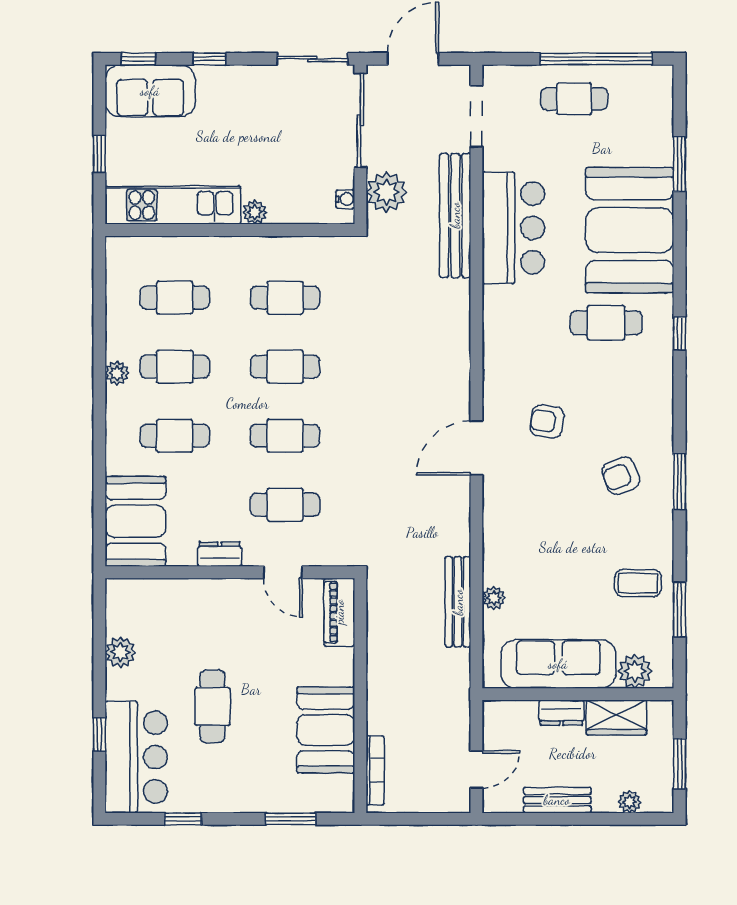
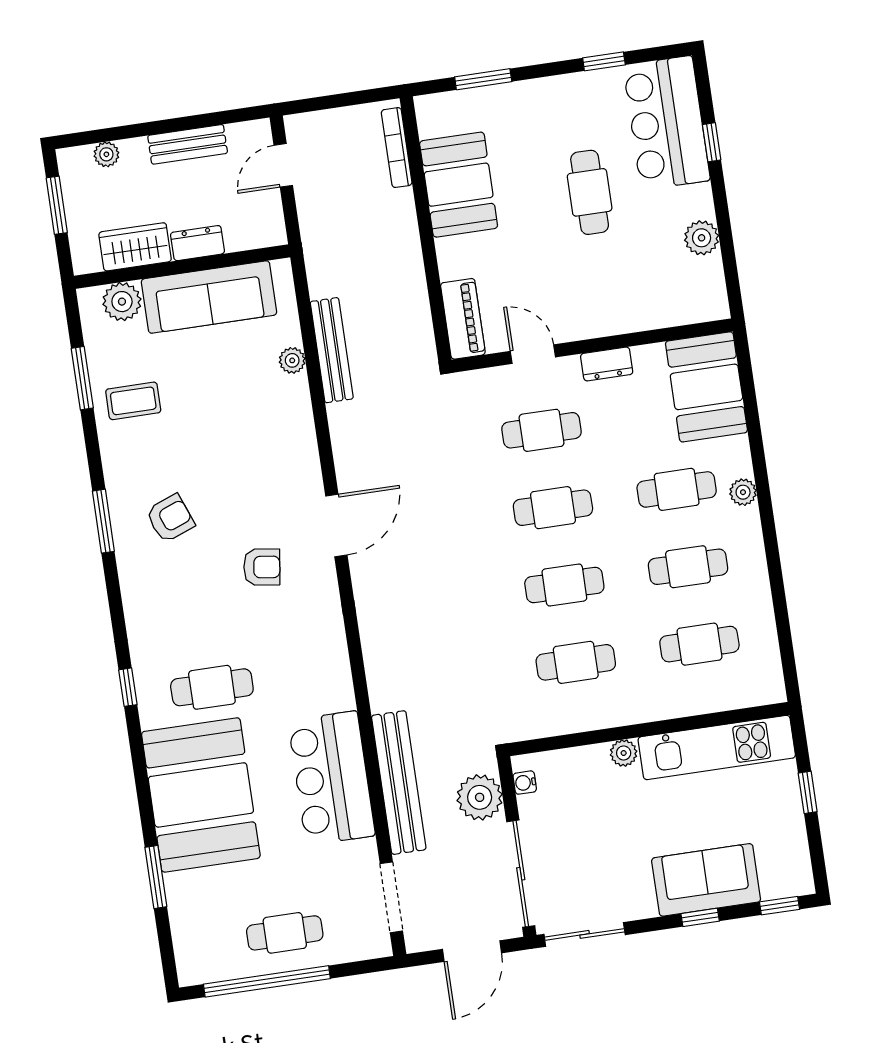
sofa: (150, 91) -> (706, 880), moved
plant: (117, 373) -> (743, 492), moved

